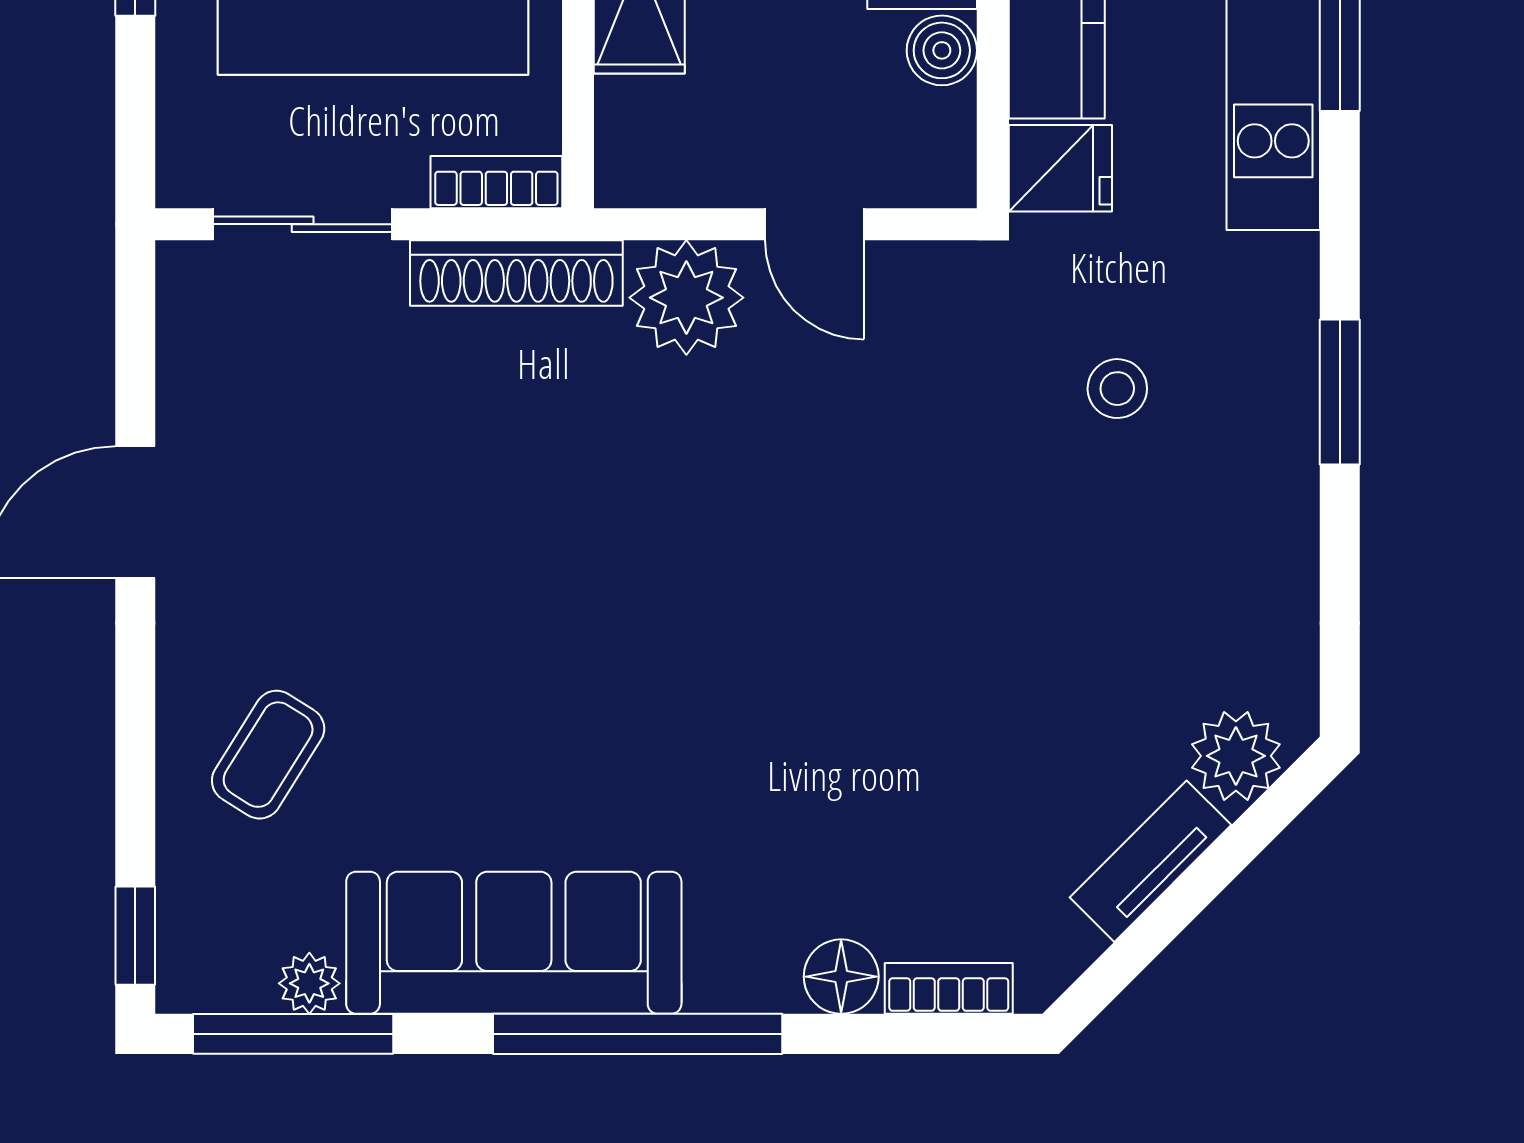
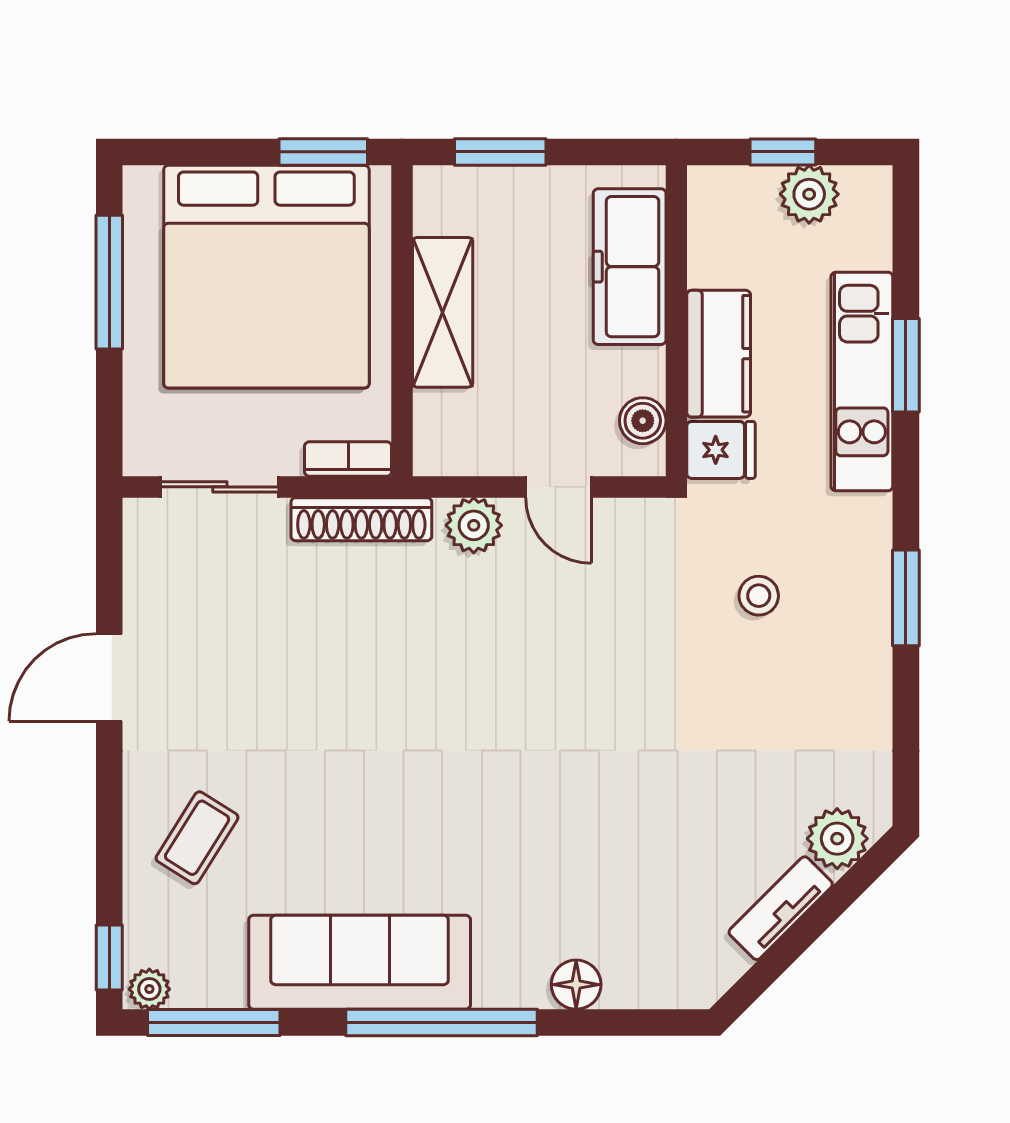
boiler: (942, 50) -> (643, 421), moved
plant: (686, 298) -> (474, 525), width x0.73, depth x0.73
plant: (309, 983) -> (149, 989), moved
bookcase: (949, 988) -> (647, 992), removed

